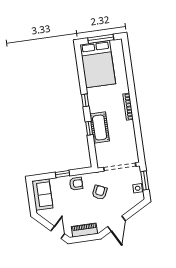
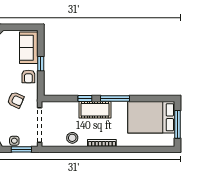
window: (85, 100) -> (115, 99), width x2.17
cot: (100, 127) -> (95, 110), moved
stool: (127, 135) -> (72, 138), added
sofa: (42, 195) -> (29, 48), moved, turned 90

